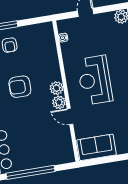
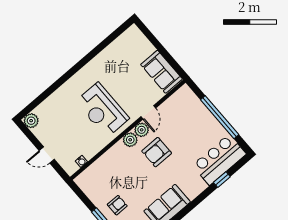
reception desk: (95, 80) -> (102, 110), turned 90
armchair: (20, 87) -> (157, 152), moved, turned 90

